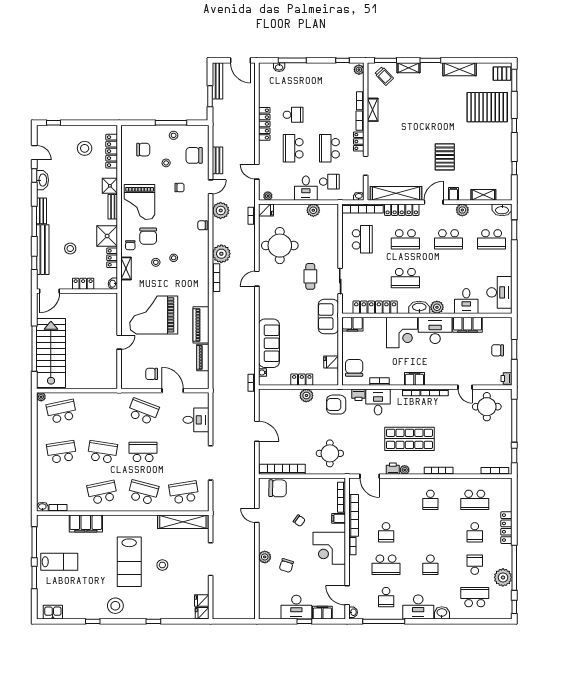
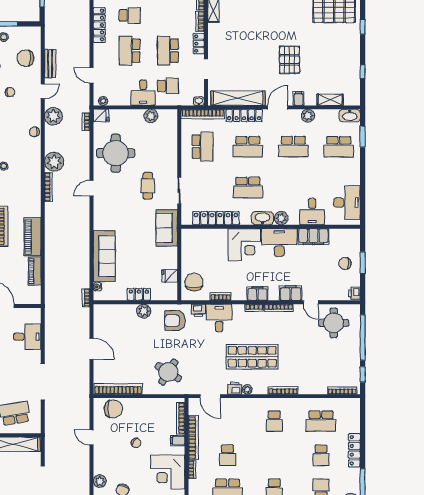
filing cabinet: (352, 324) -> (291, 293), moved, turned 180
round table: (330, 453) -> (168, 372), turned 32

